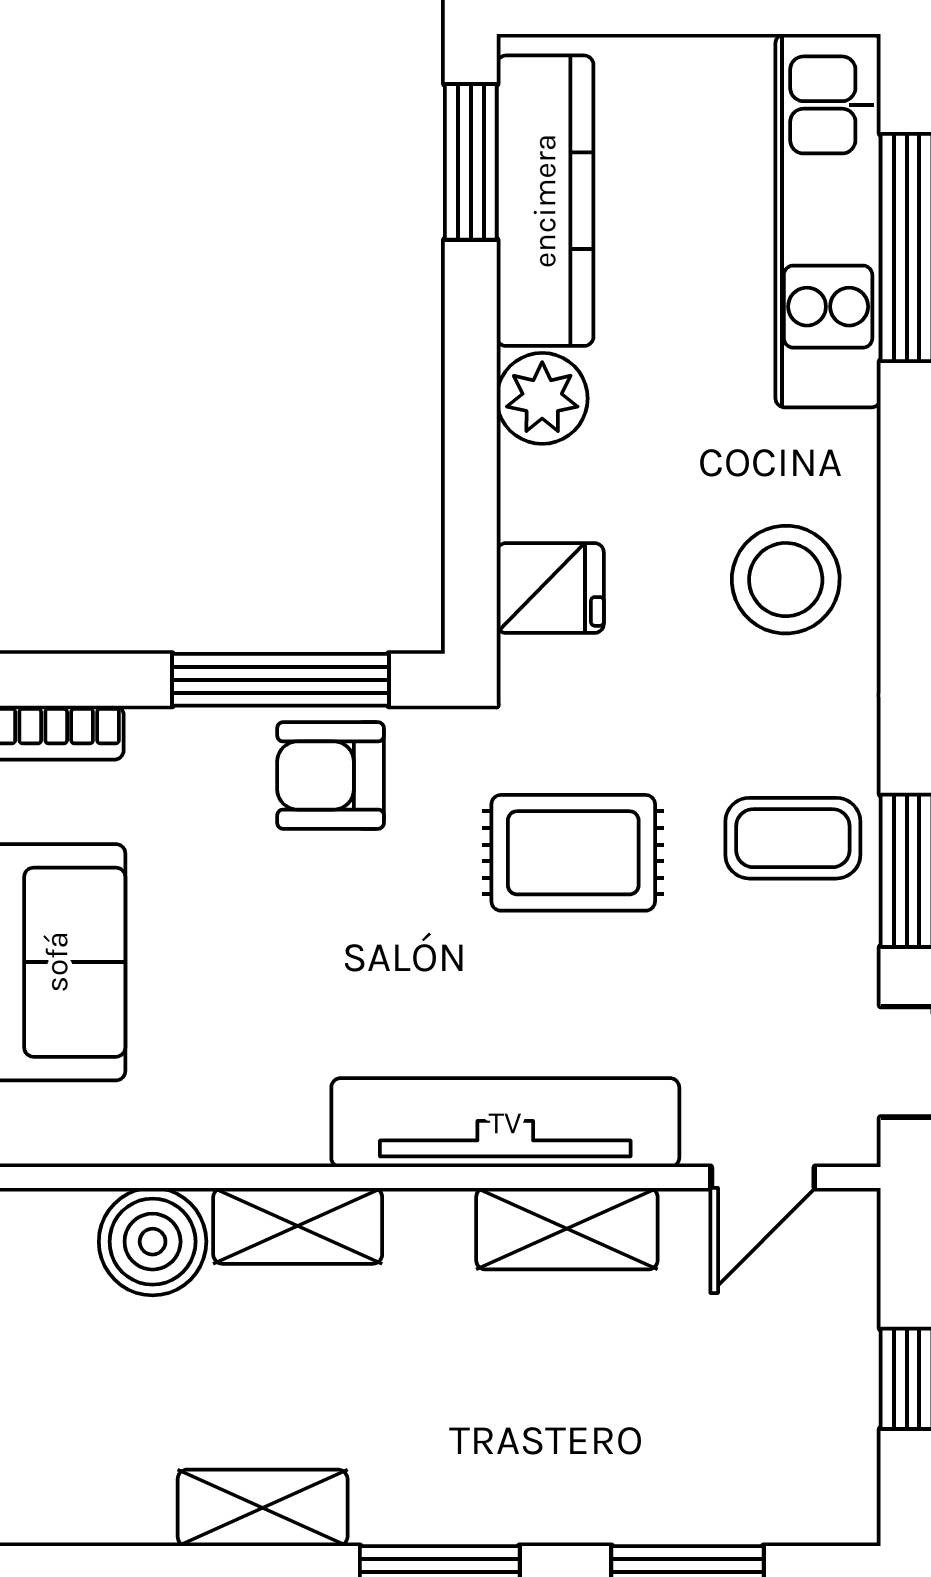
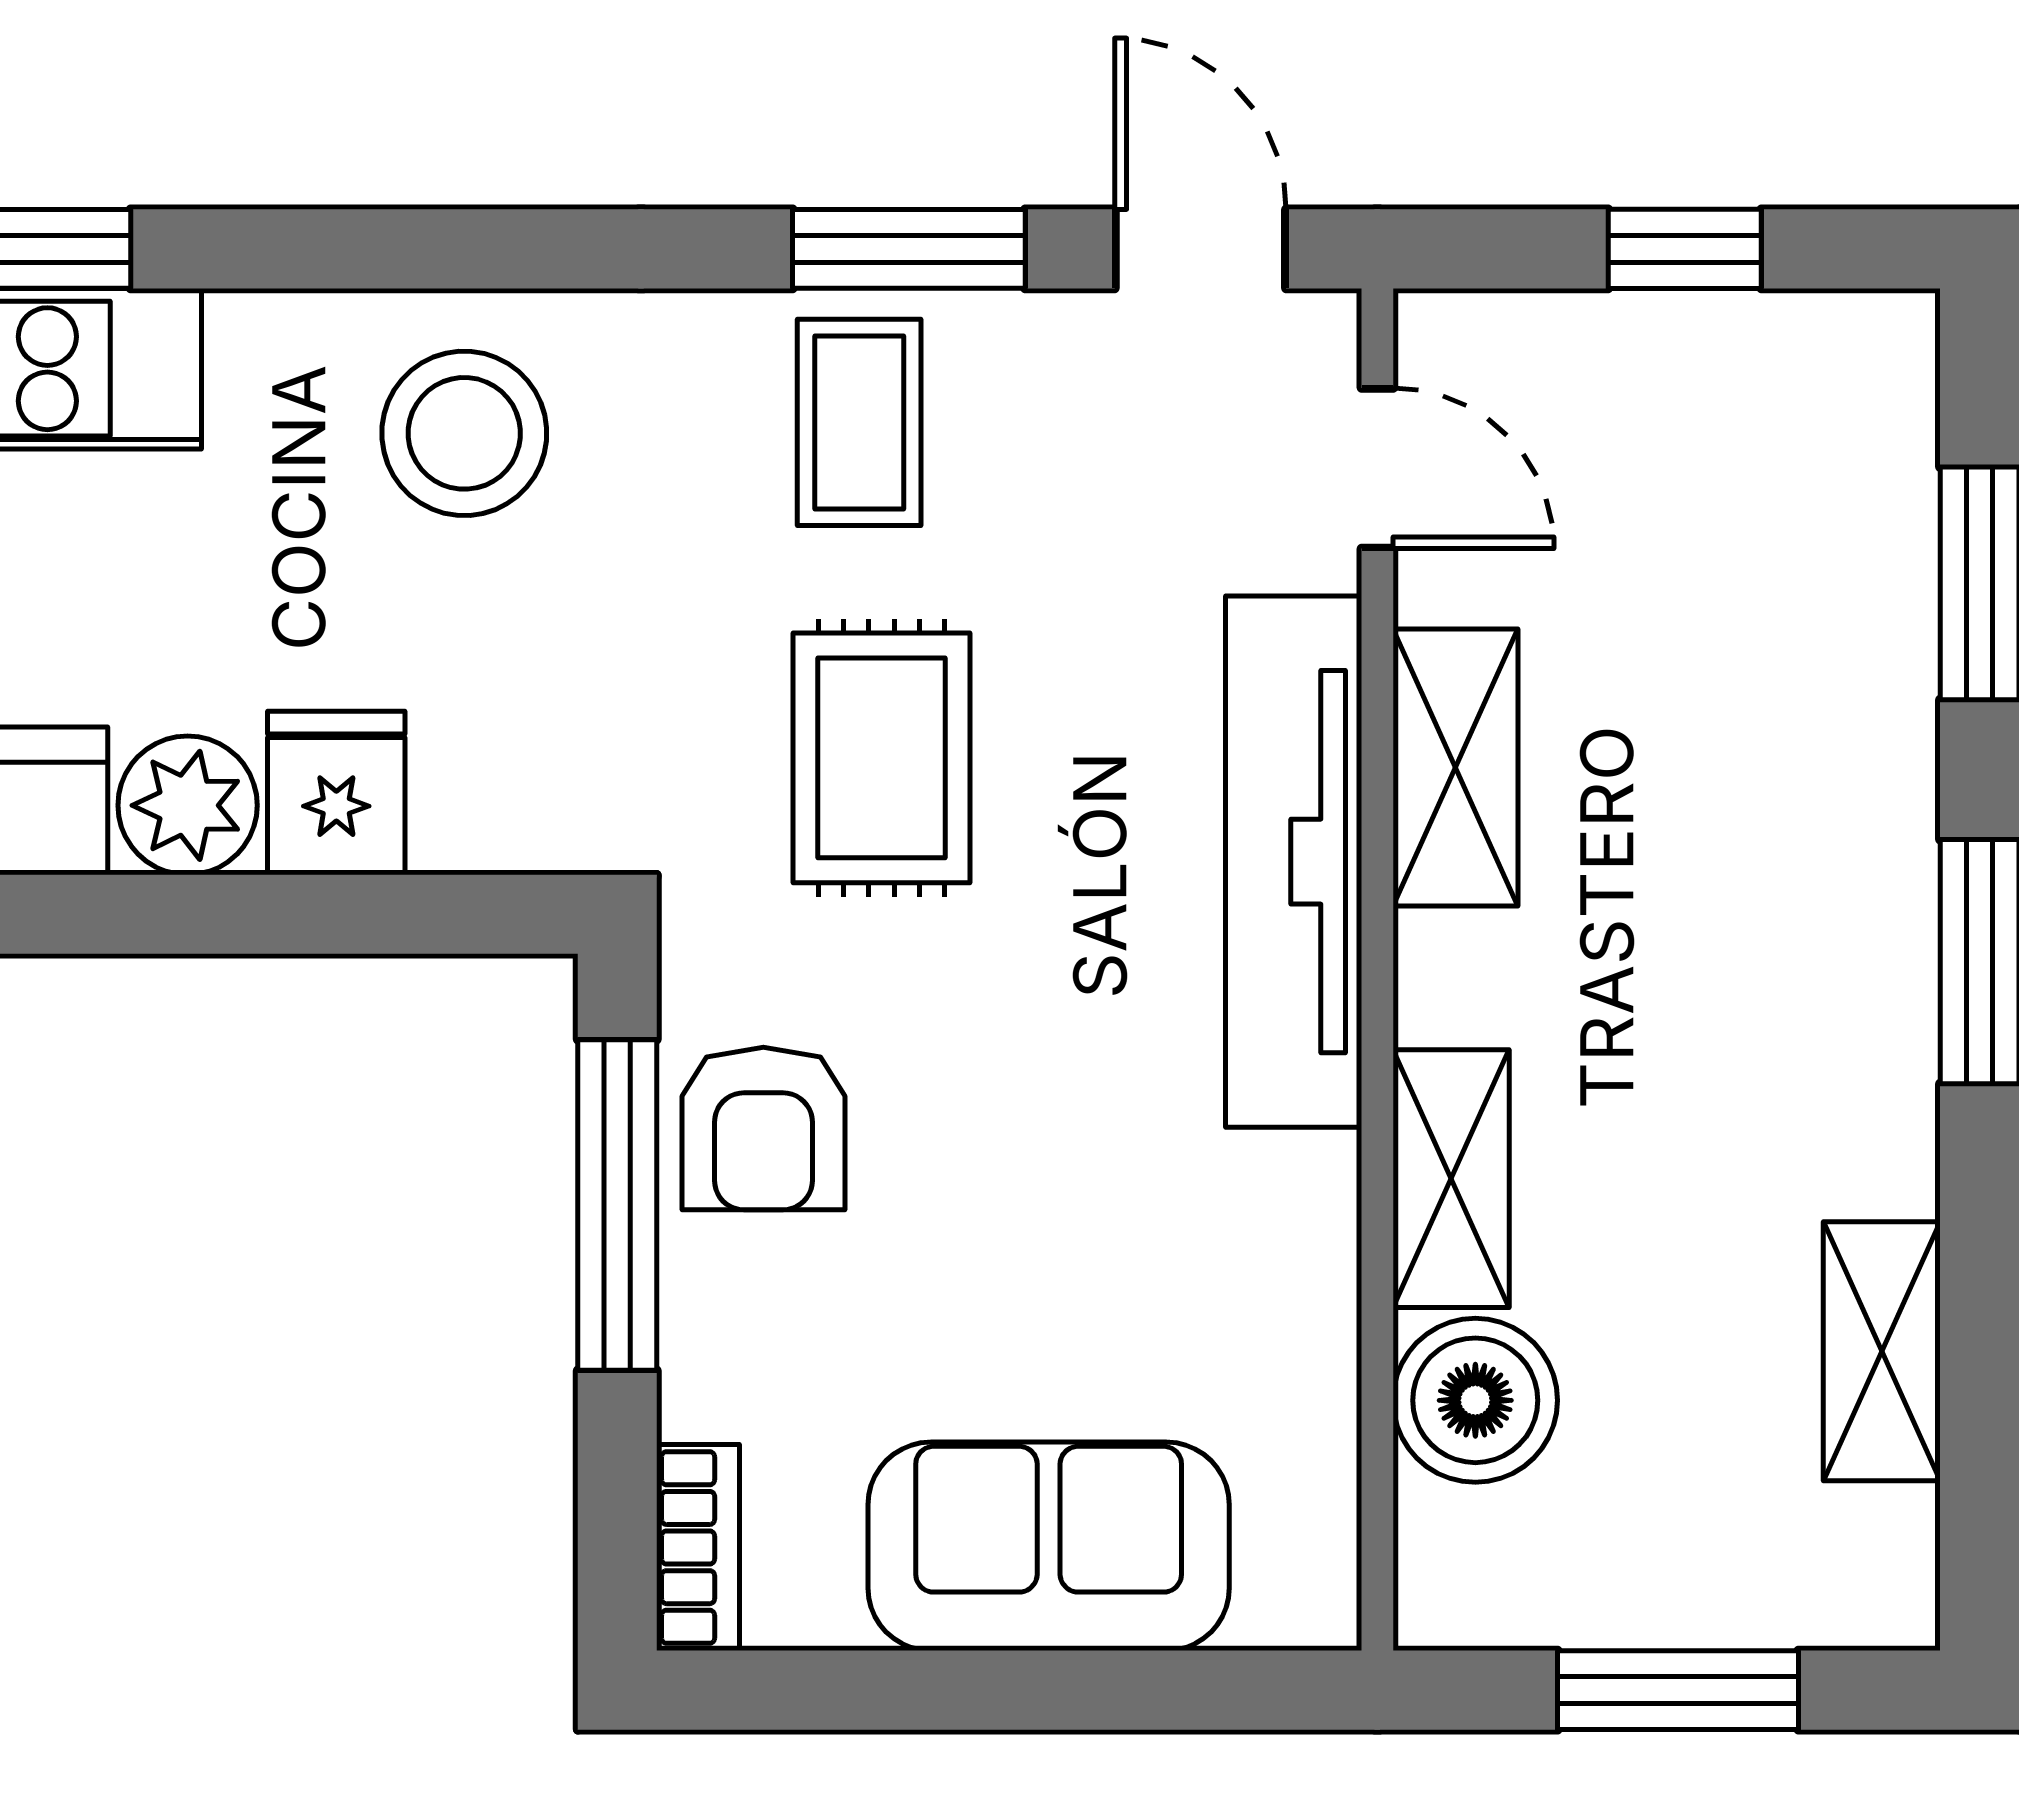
fridge: (550, 588) -> (336, 793), moved
shelving: (263, 1508) -> (1882, 1351), moved

